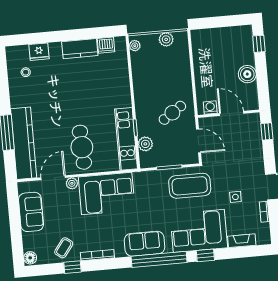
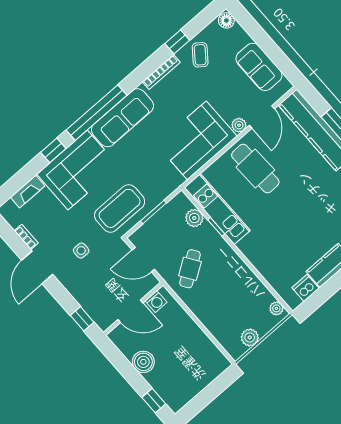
side table: (235, 197) -> (81, 251), moved
sofa: (145, 244) -> (122, 118), width x1.36

